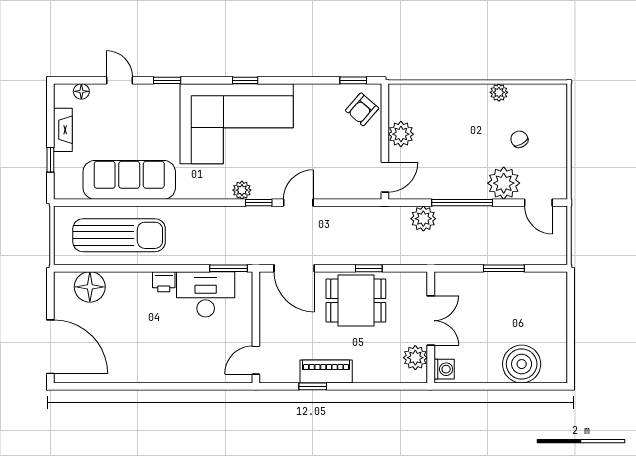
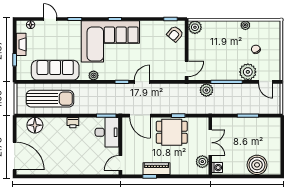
plant: (401, 134) -> (195, 27), moved
plant: (242, 190) -> (94, 75), moved
desk: (206, 294) -> (107, 132), moved, turned 90

